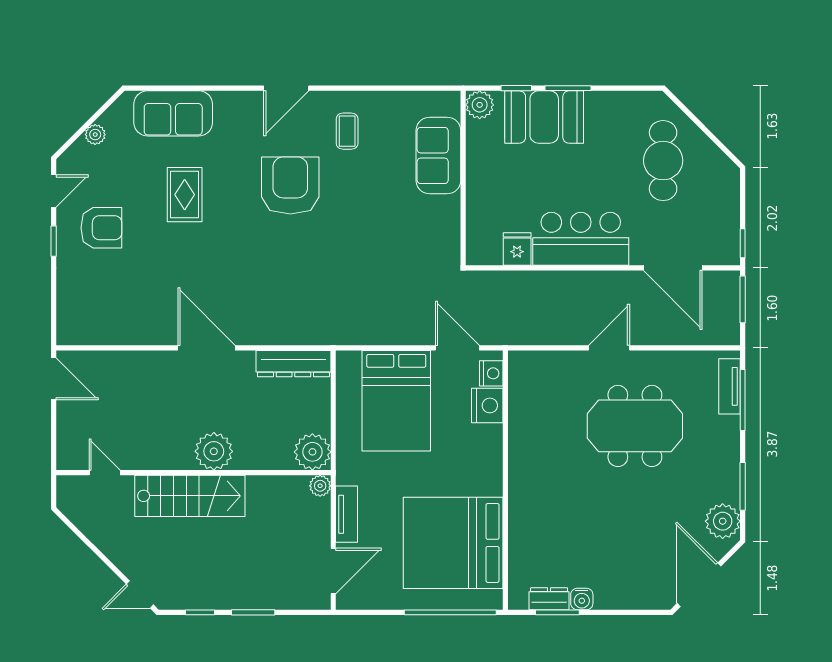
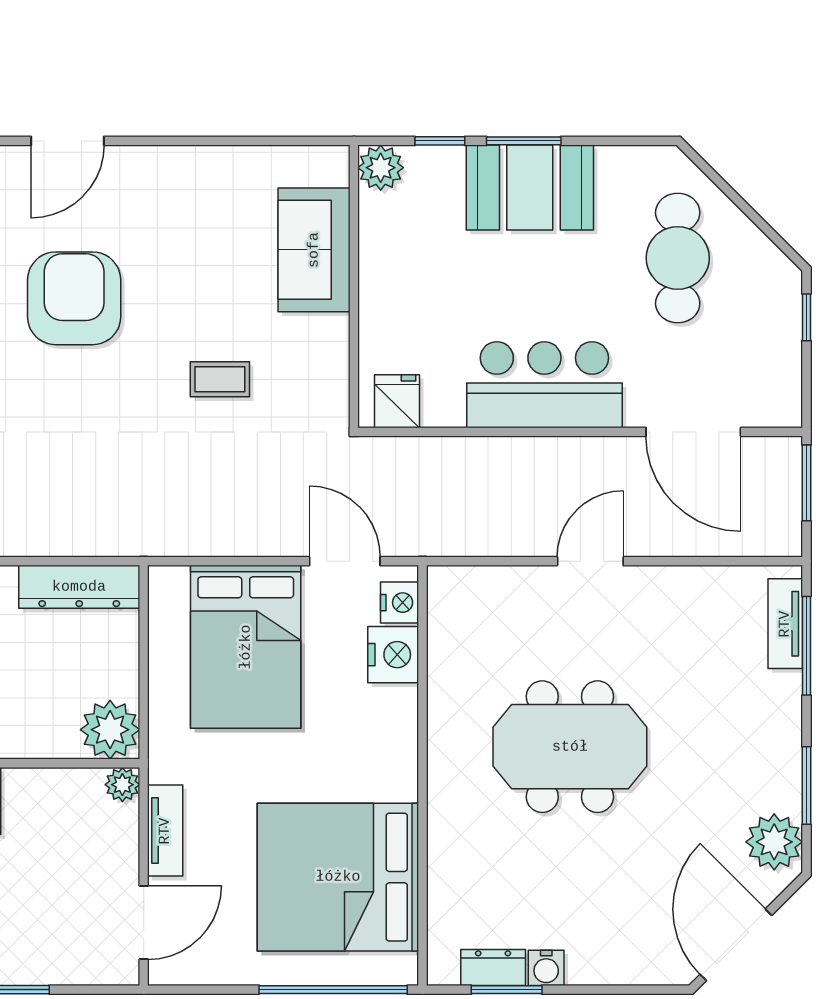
booth: (544, 117) -> (530, 188), moved
coffee table: (347, 131) -> (220, 379), moved, turned 90
window: (743, 243) -> (806, 317), moved
fridge: (517, 249) -> (397, 401), moved
meeting table: (635, 426) -> (570, 747), moved

